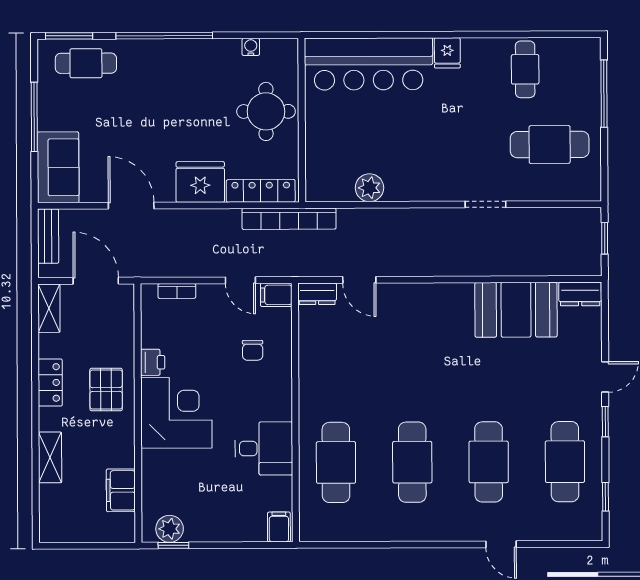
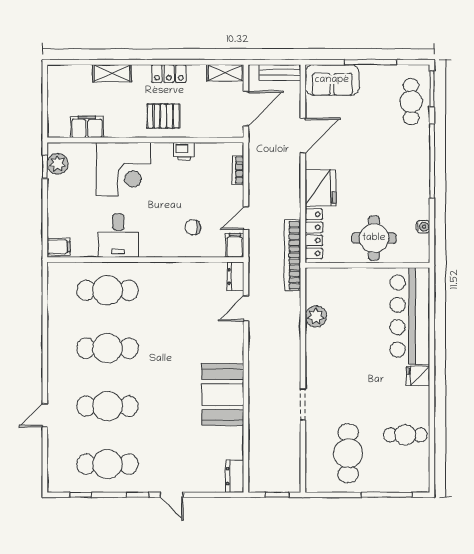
booth: (516, 310) -> (223, 395), moved
corner desk: (176, 413) -> (123, 169), moved

